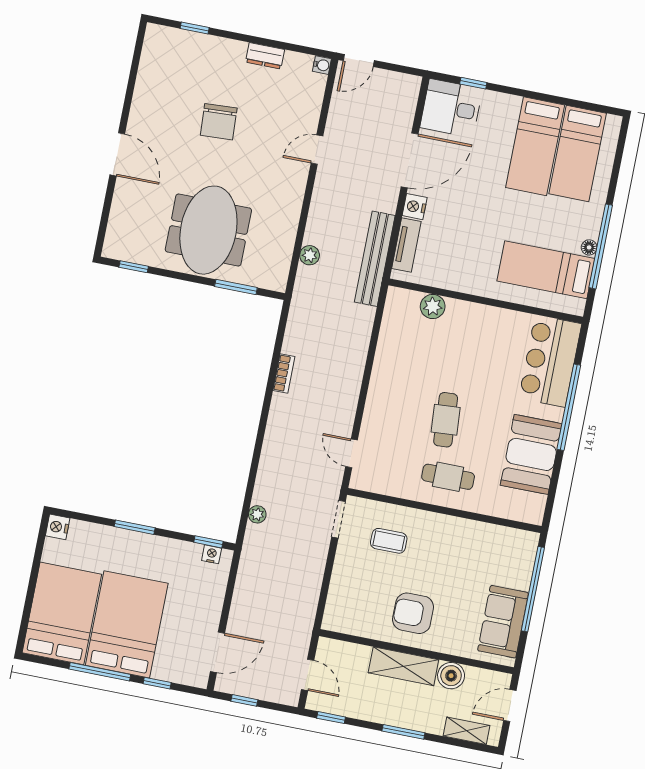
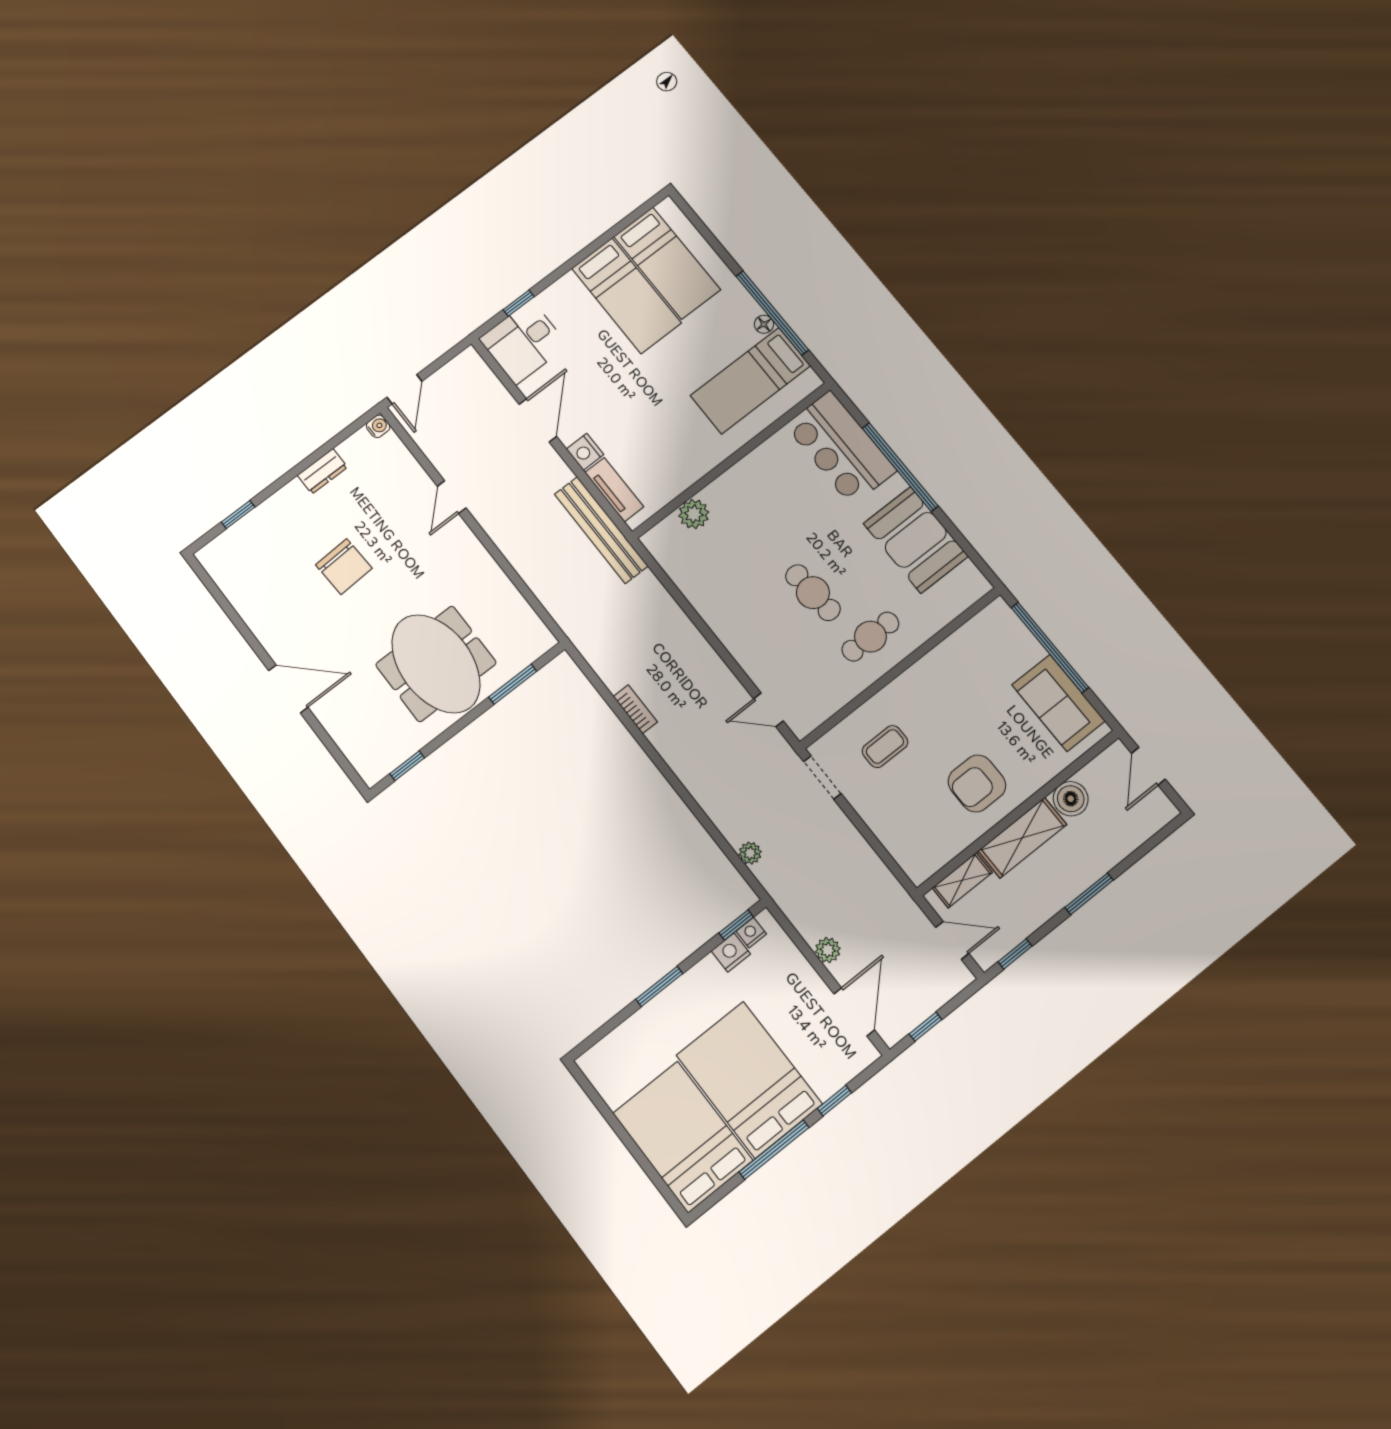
door: (410, 160) -> (538, 420), width x0.73
plant: (310, 255) -> (828, 950), moved
nightstand: (58, 527) -> (731, 953), moved, turned 90
shelving: (467, 731) -> (962, 880), moved

